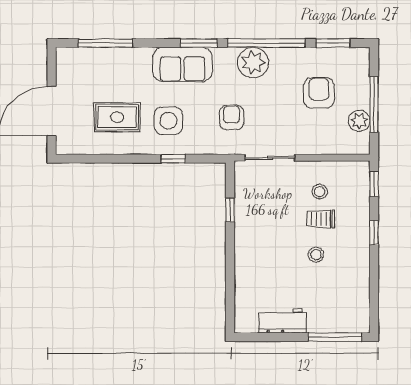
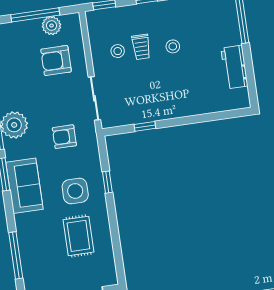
armchair: (319, 93) -> (56, 60), moved

